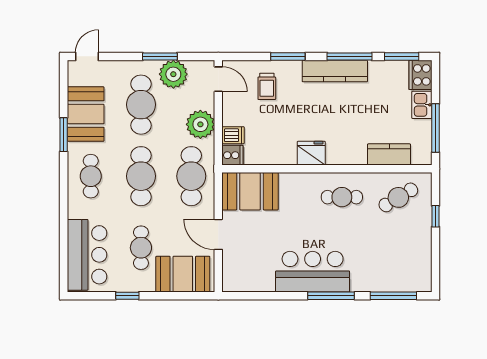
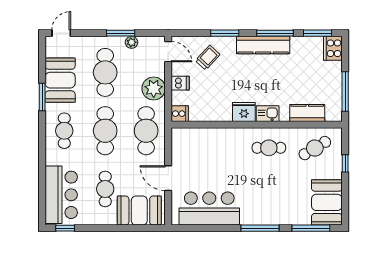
plant: (173, 74) -> (132, 42), width x0.53, depth x0.53
trolley: (267, 86) -> (208, 58), turned -137
kitchen sink: (422, 105) -> (268, 114), moved, turned 90
dishwasher: (233, 135) -> (180, 83), moved
booth: (250, 191) -> (327, 202), moved, turned 90
bar counter: (313, 272) -> (209, 209), moved
window: (127, 296) -> (65, 228), moved

